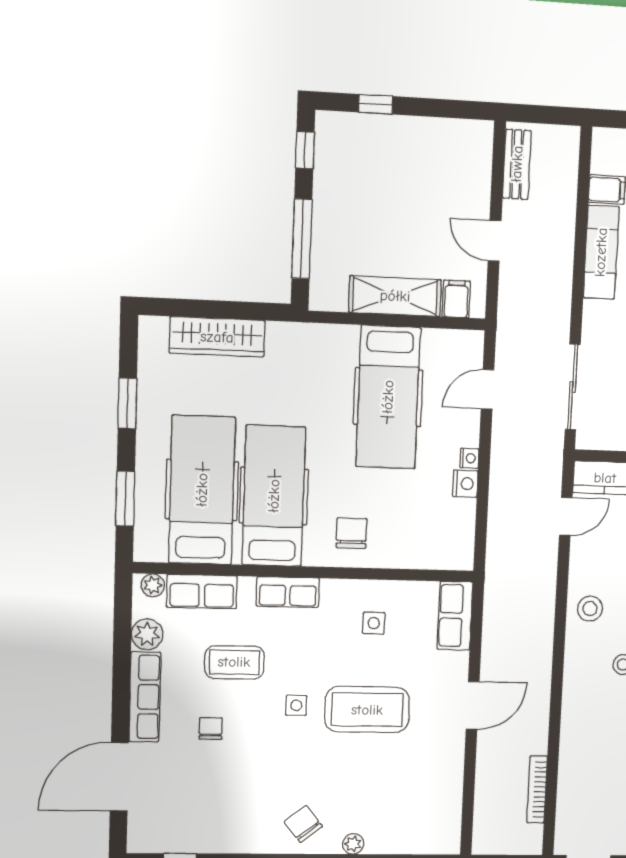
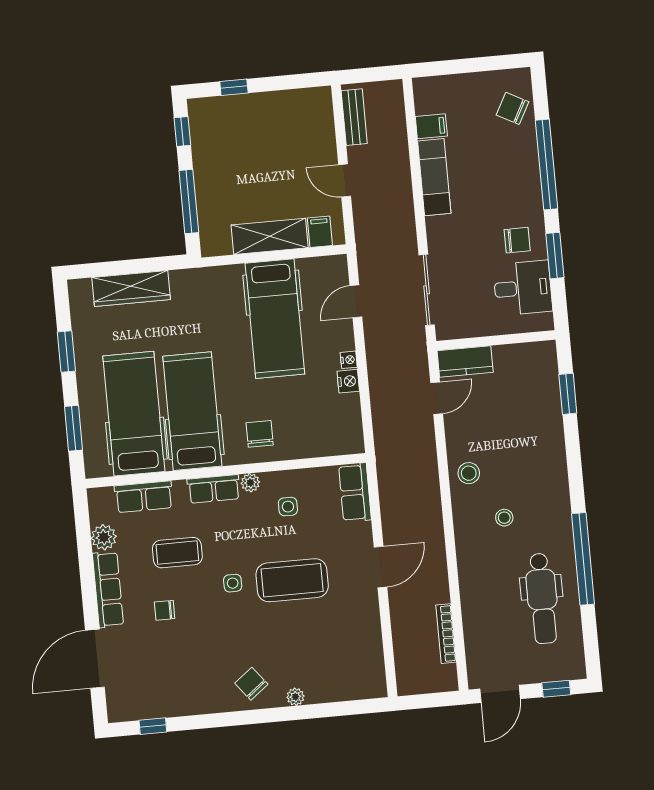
plant: (153, 585) -> (250, 483), moved
chair: (211, 728) -> (165, 610), turned -90

